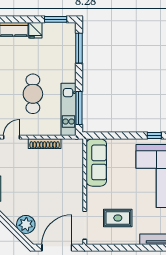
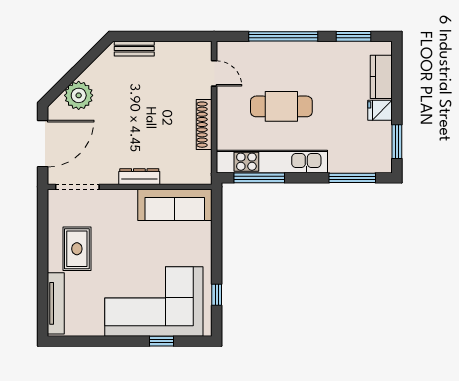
kitchen unit: (69, 109) -> (272, 162), width x1.36
dresser: (78, 185) -> (139, 177), added
rug: (118, 218) -> (77, 249), moved
door: (57, 248) -> (43, 144), hinge flipped

